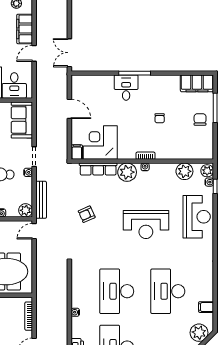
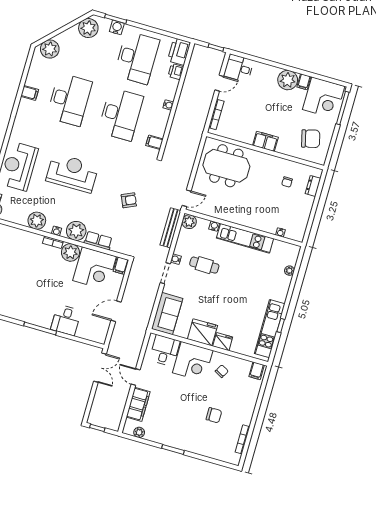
door: (34, 53) -> (136, 377), swing flipped
desk: (126, 88) -> (66, 320), moved
door: (69, 109) -> (116, 311), hinge flipped
chair: (160, 118) -> (28, 276), removed
plant: (127, 151) -> (70, 252), added
row of seats: (98, 169) -> (98, 241), width x0.68
plant: (184, 171) -> (37, 221), moved
filing cabinet: (78, 274) -> (154, 142), added
filing cabinet: (206, 307) -> (30, 93), moved

